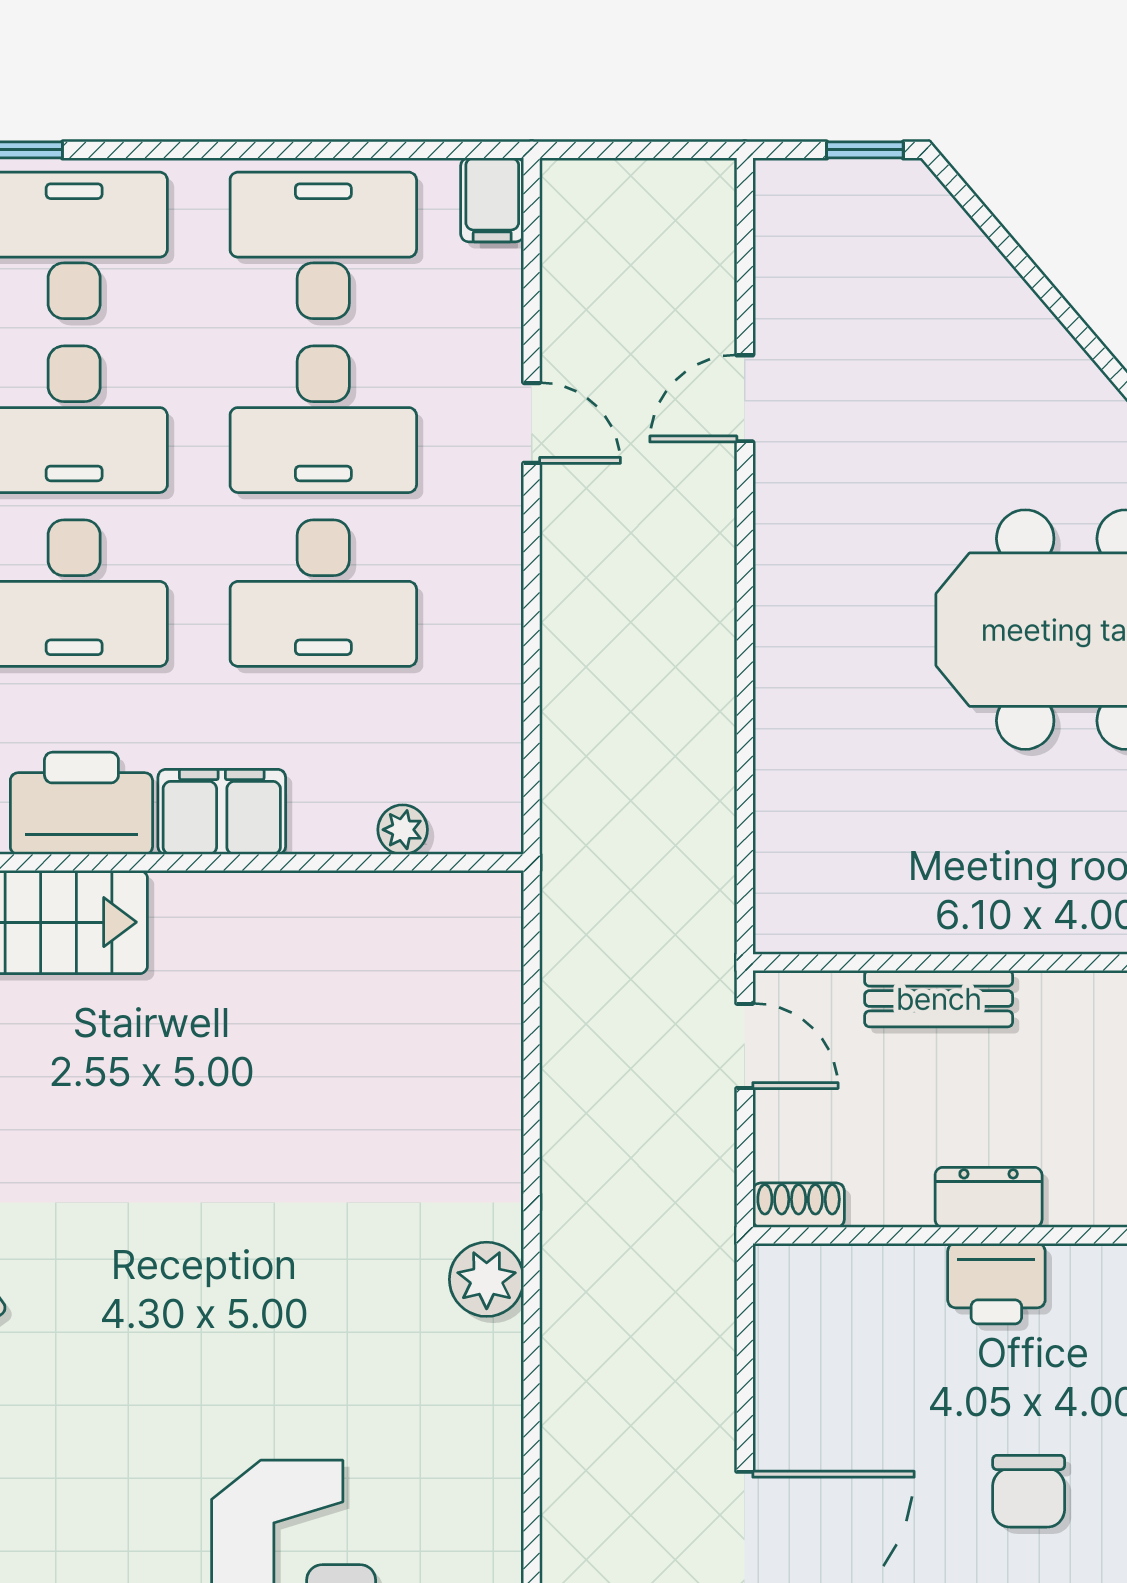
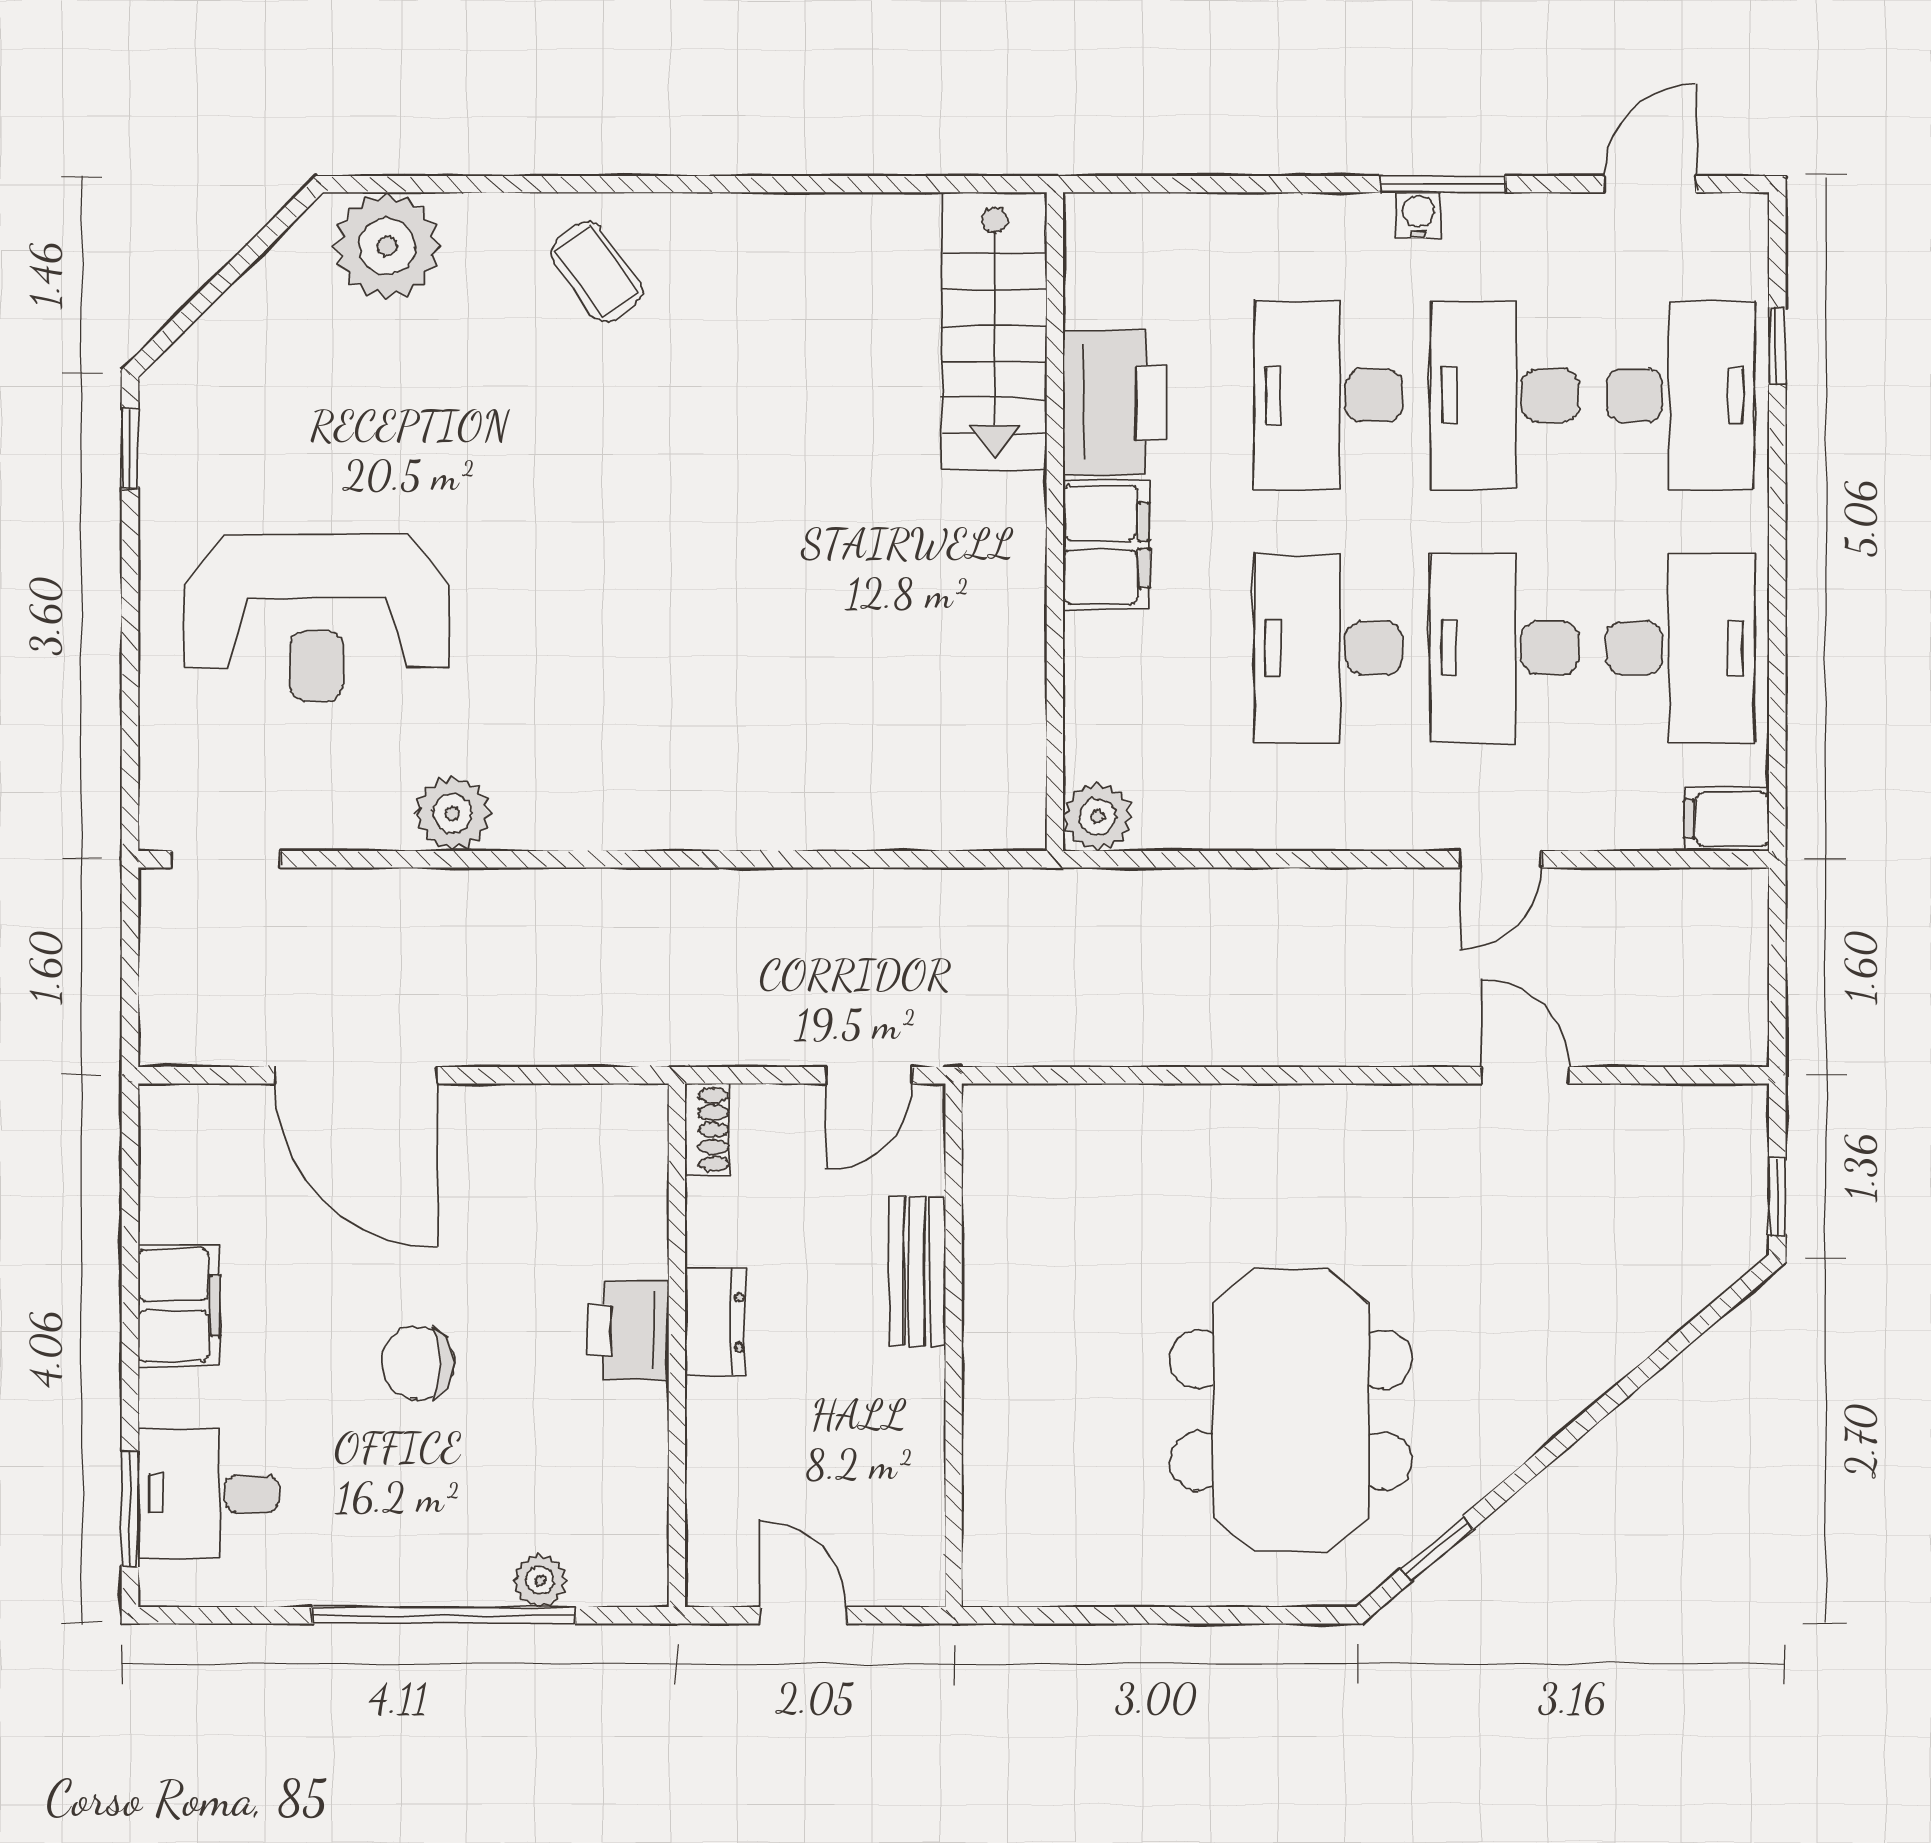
plant: (403, 830) -> (1098, 816), moved, width x1.38, depth x1.38
plant: (487, 1279) -> (453, 813), moved

